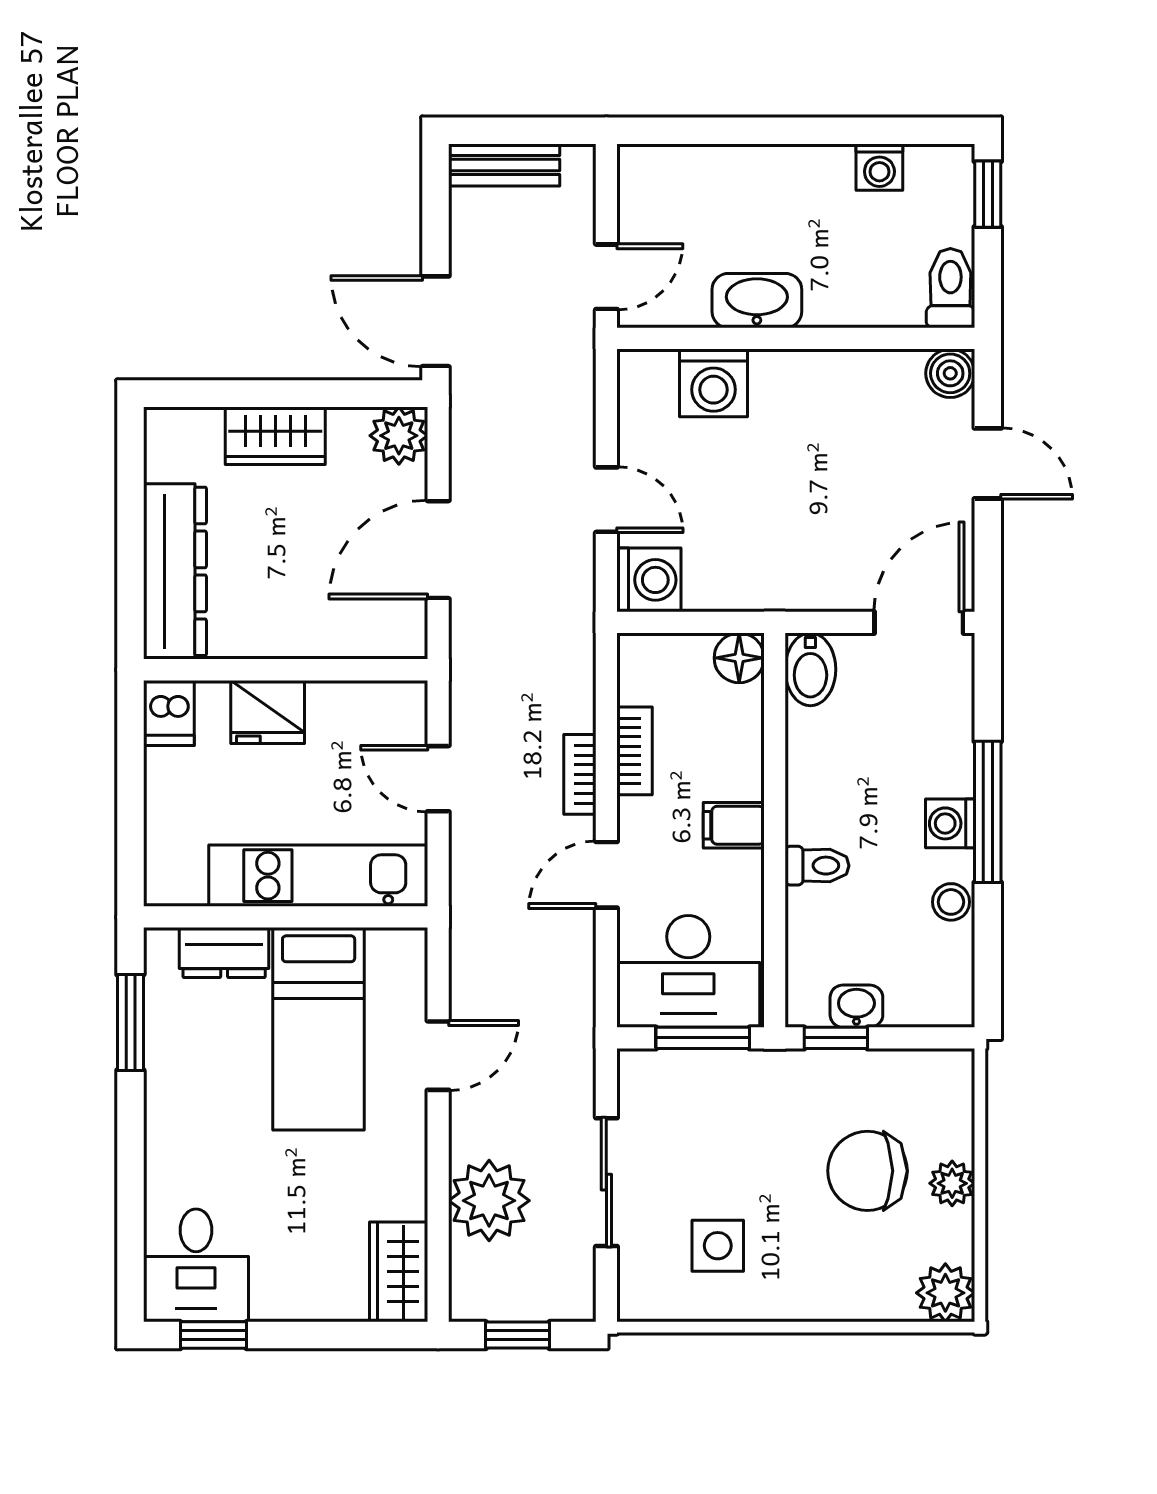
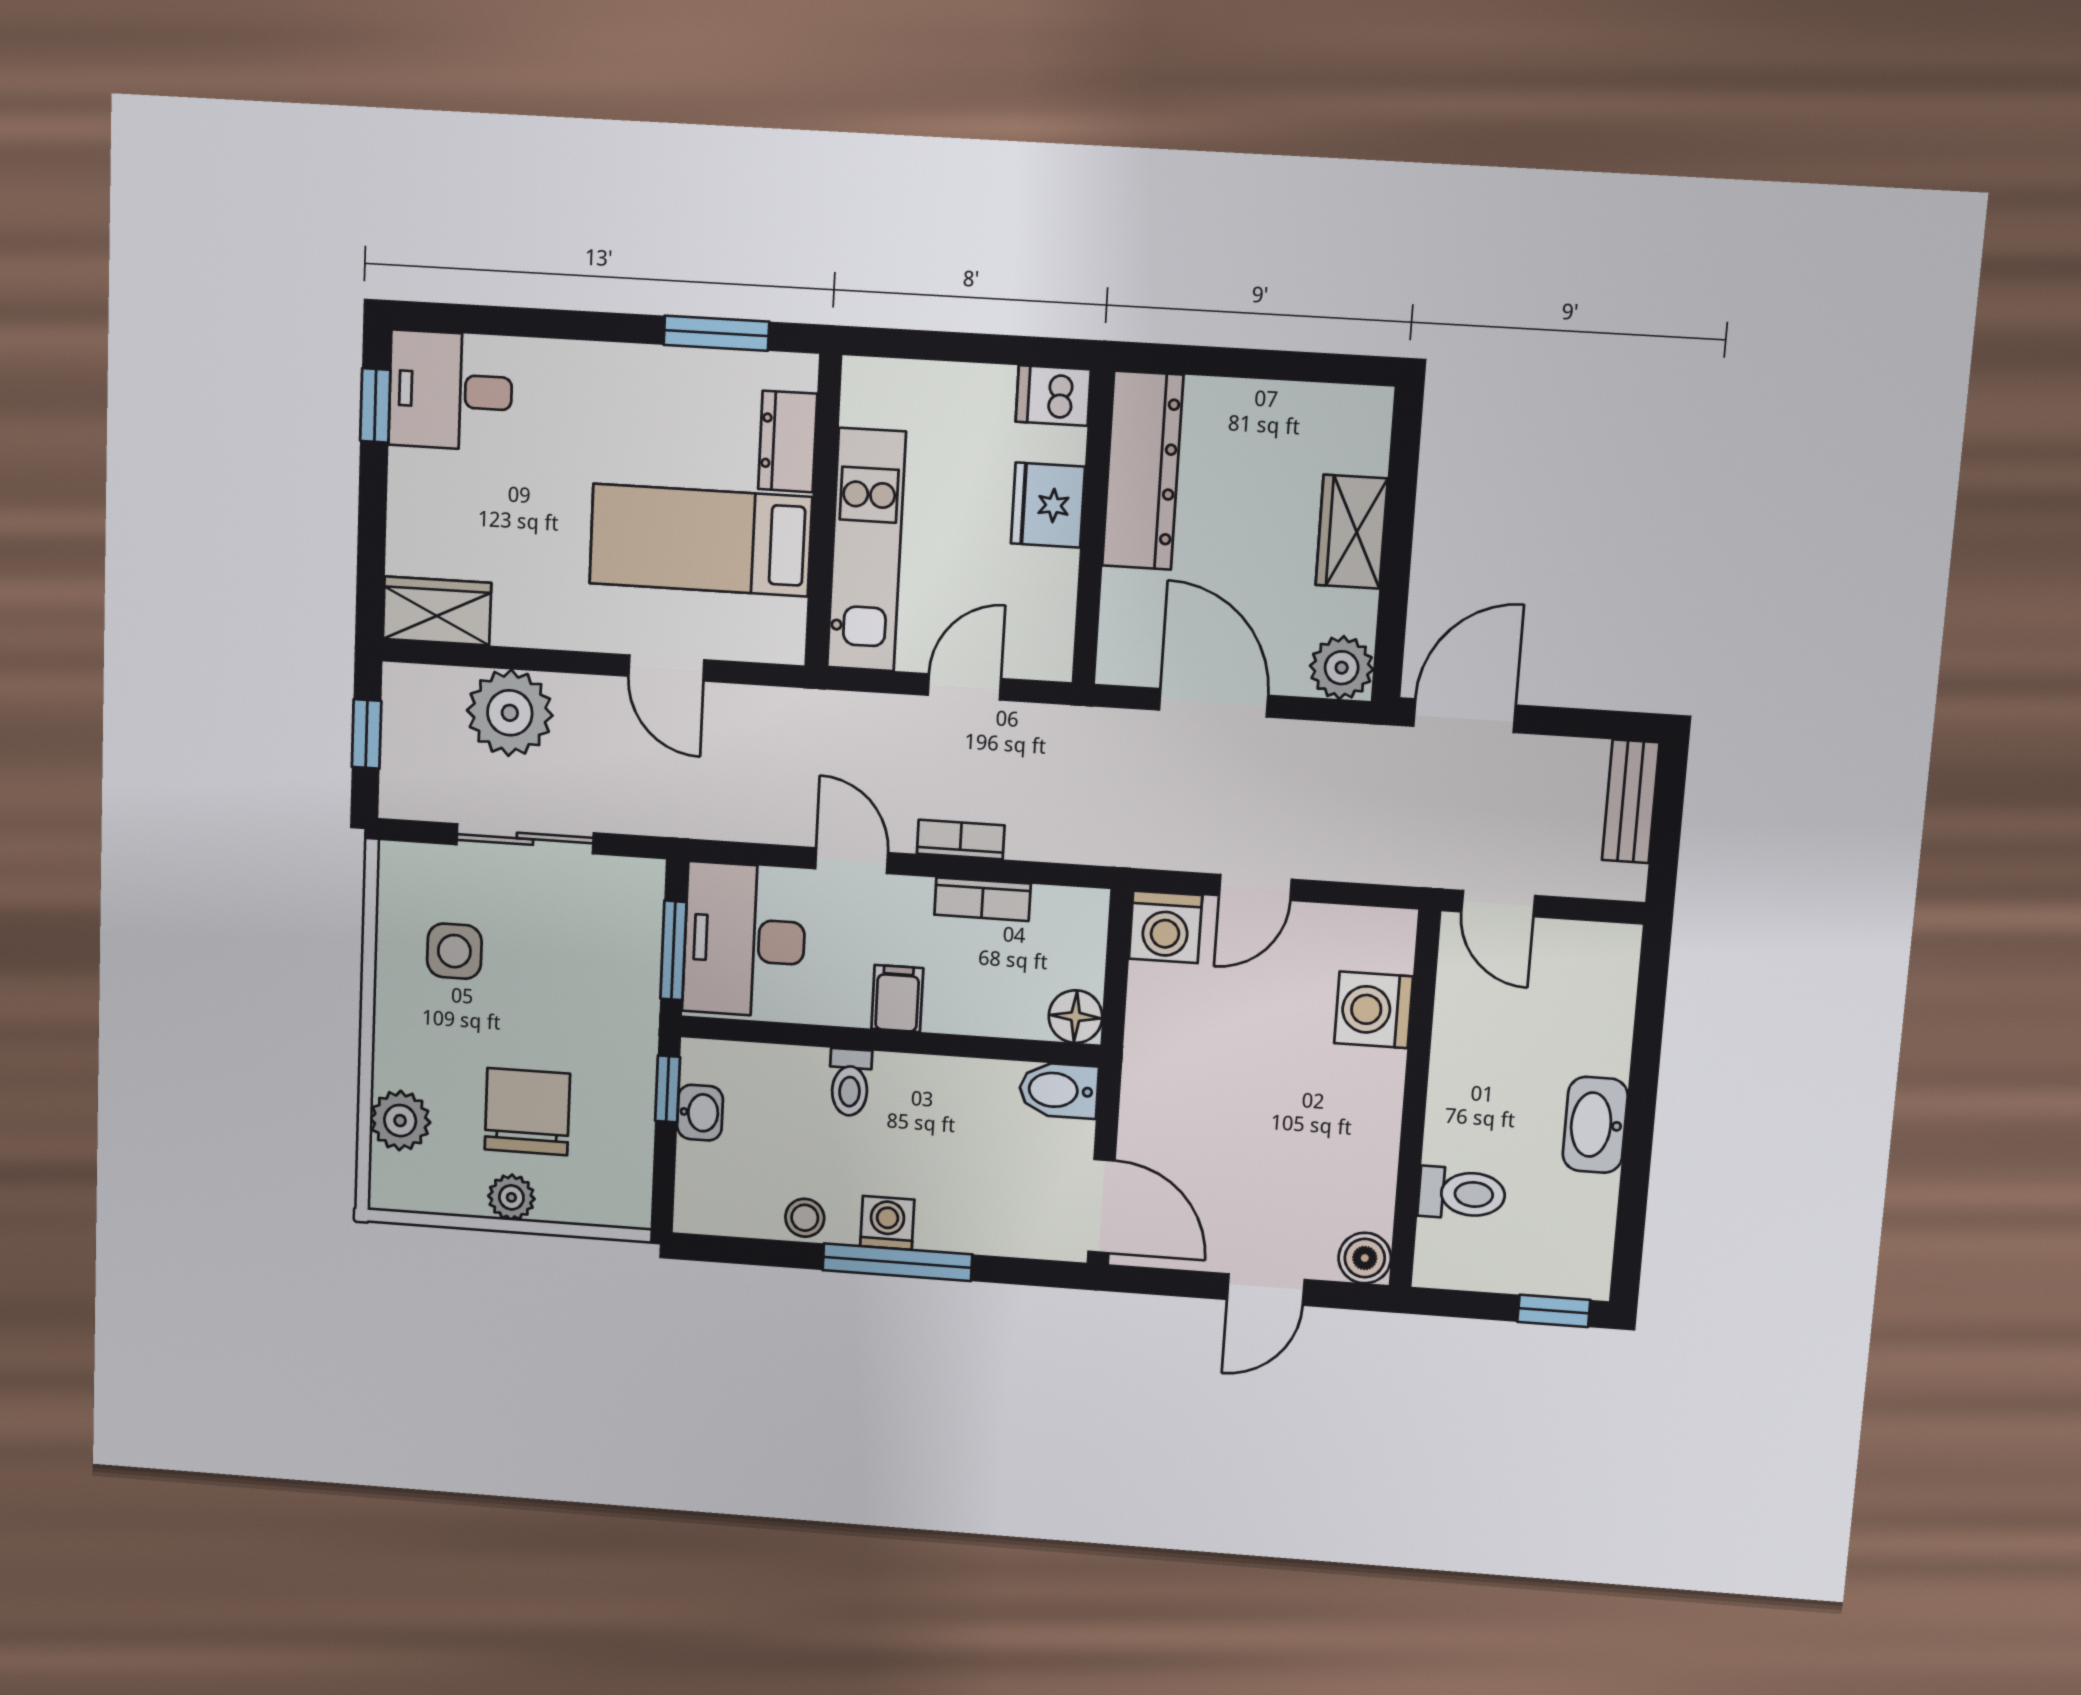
washing machine: (879, 167) -> (1593, 1201), removed
toilet: (950, 288) -> (1462, 1194), moved
washbasin: (757, 301) -> (1595, 1125), moved, turned 180
dresser: (175, 571) -> (1143, 471), moved, turned -90
plant: (945, 1293) -> (400, 1121), moved

